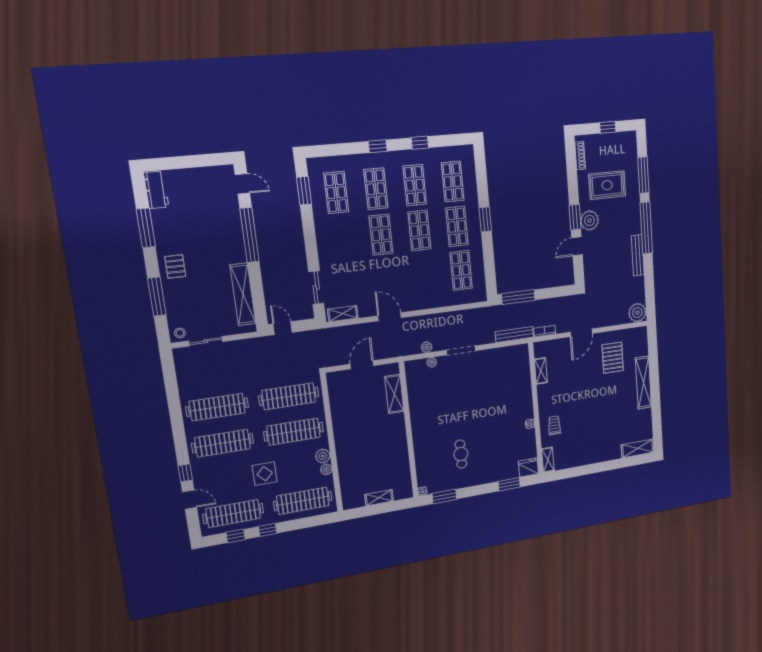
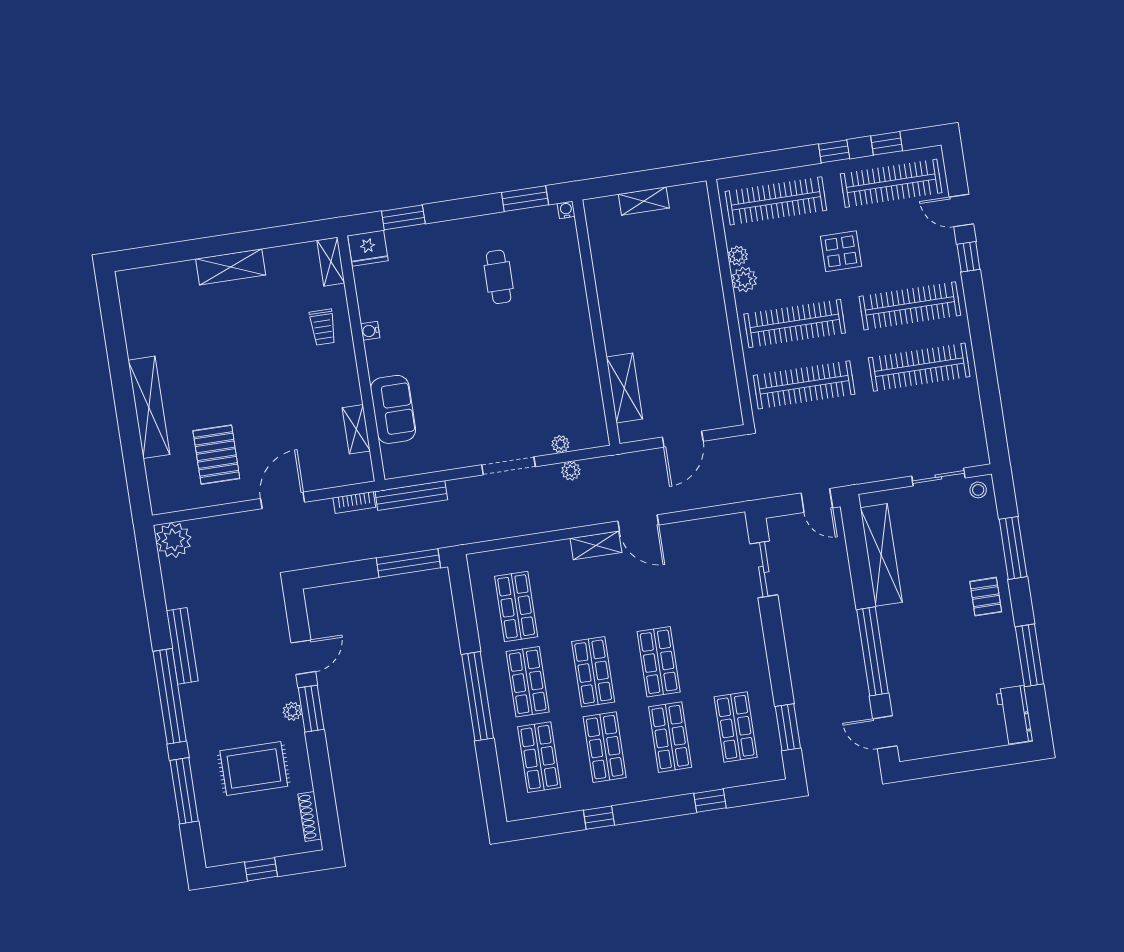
window: (378, 146) -> (710, 801), moved
window: (485, 219) -> (478, 696), width x2.11
plant: (589, 220) -> (292, 711), width x0.53, depth x0.53
shelving: (343, 314) -> (596, 545), moved
sofa: (521, 382) -> (393, 409), added
shelving: (638, 448) -> (231, 267), moved

